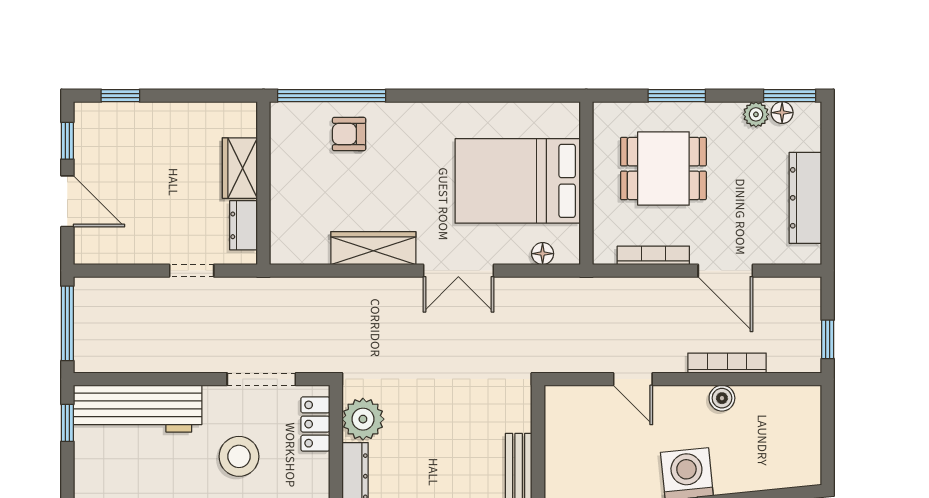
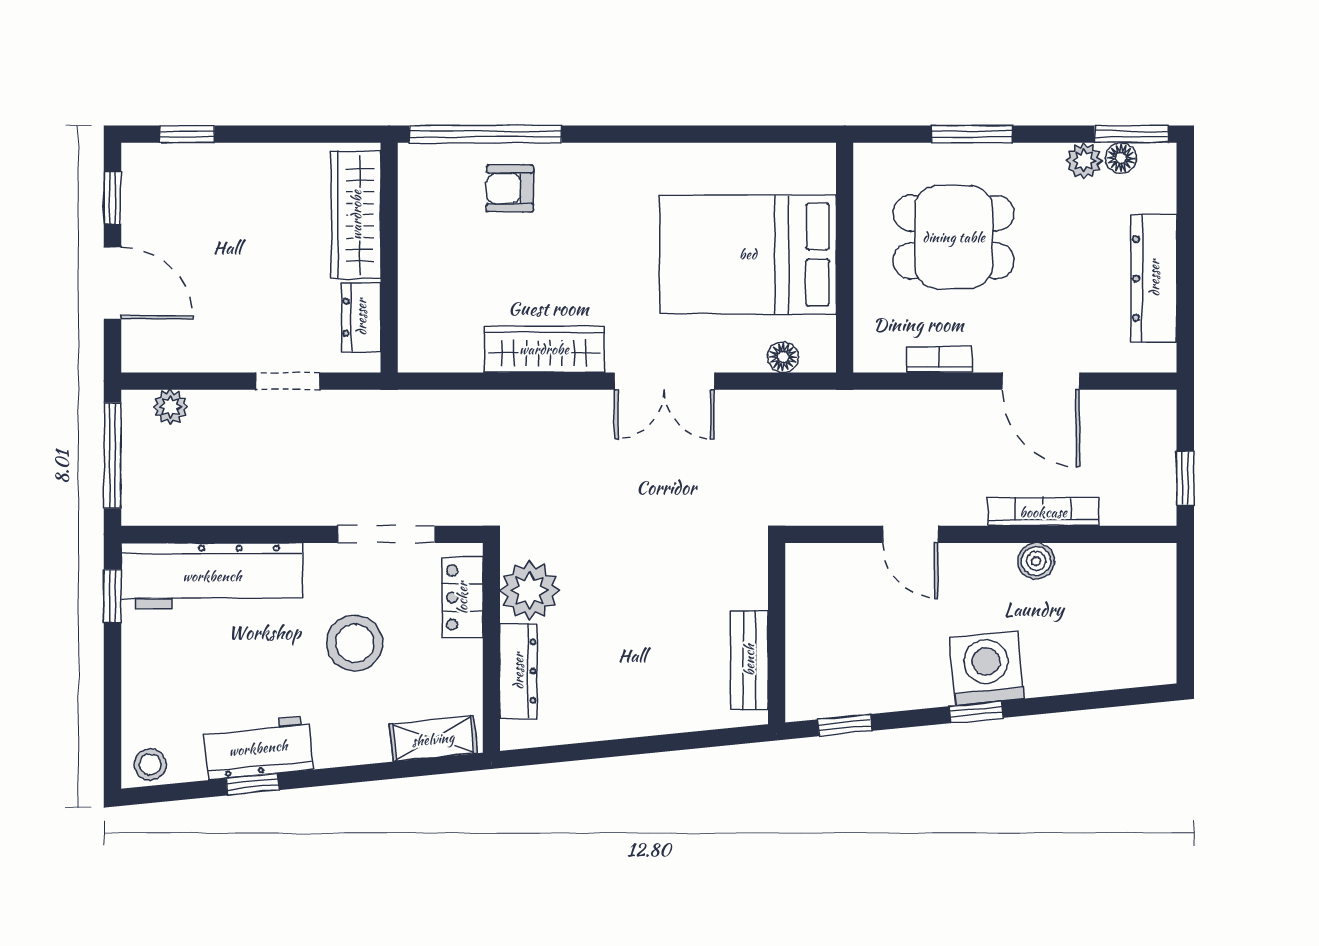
wardrobe: (240, 168) -> (356, 215), width x1.50
bookcase: (653, 255) -> (939, 359), width x0.64
plant: (108, 289) -> (170, 407), added

